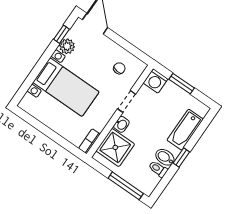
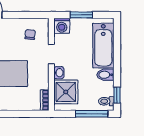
bathtub: (185, 130) -> (103, 46), width x1.36, depth x1.36
window: (181, 157) -> (117, 95), moved
toilet: (158, 169) -> (106, 101), moved

